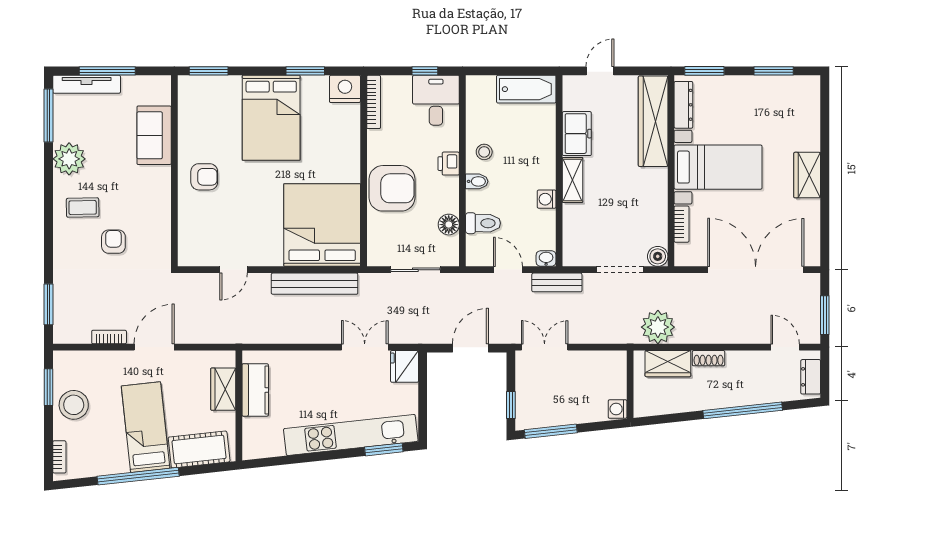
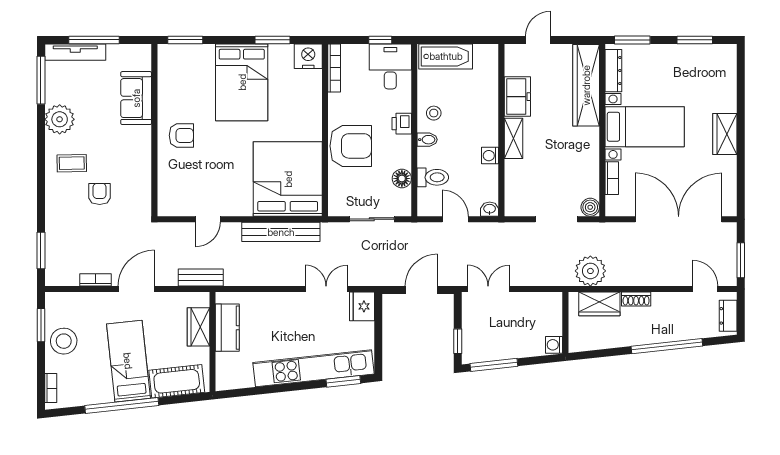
bathtub: (526, 89) -> (446, 56), moved
bench: (557, 282) -> (201, 278), moved

